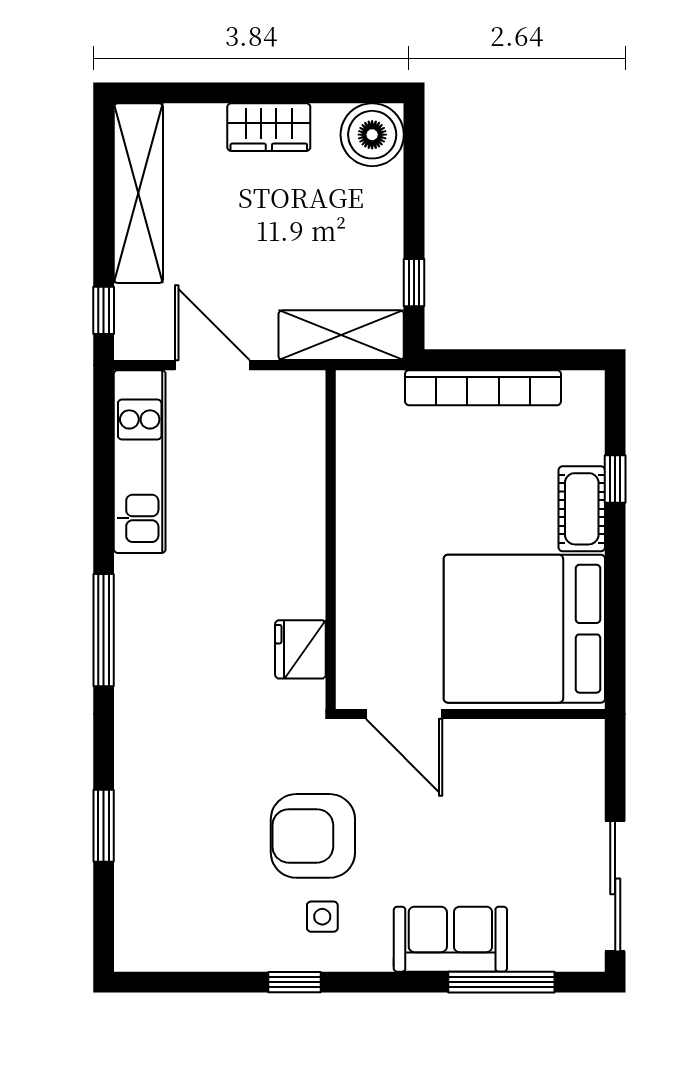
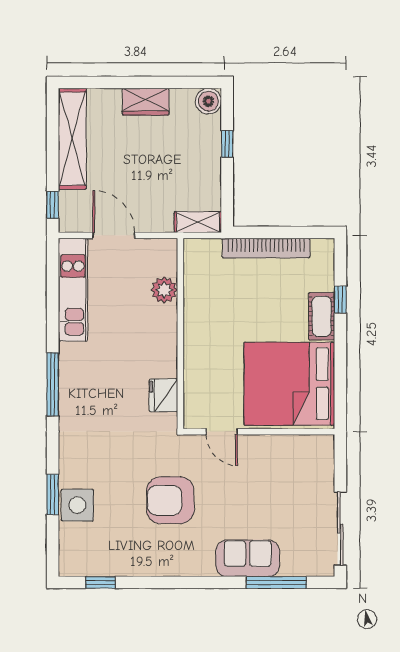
boiler: (372, 135) -> (208, 101), width x0.73, depth x0.73
window: (414, 283) -> (227, 144), moved
shelving: (341, 335) -> (198, 222), width x0.67, depth x0.75
plant: (302, 462) -> (164, 290), added
door: (404, 714) -> (222, 432), width x0.73
side table: (322, 917) -> (77, 505), moved, width x1.87, depth x1.87
window: (295, 982) -> (100, 582), moved

